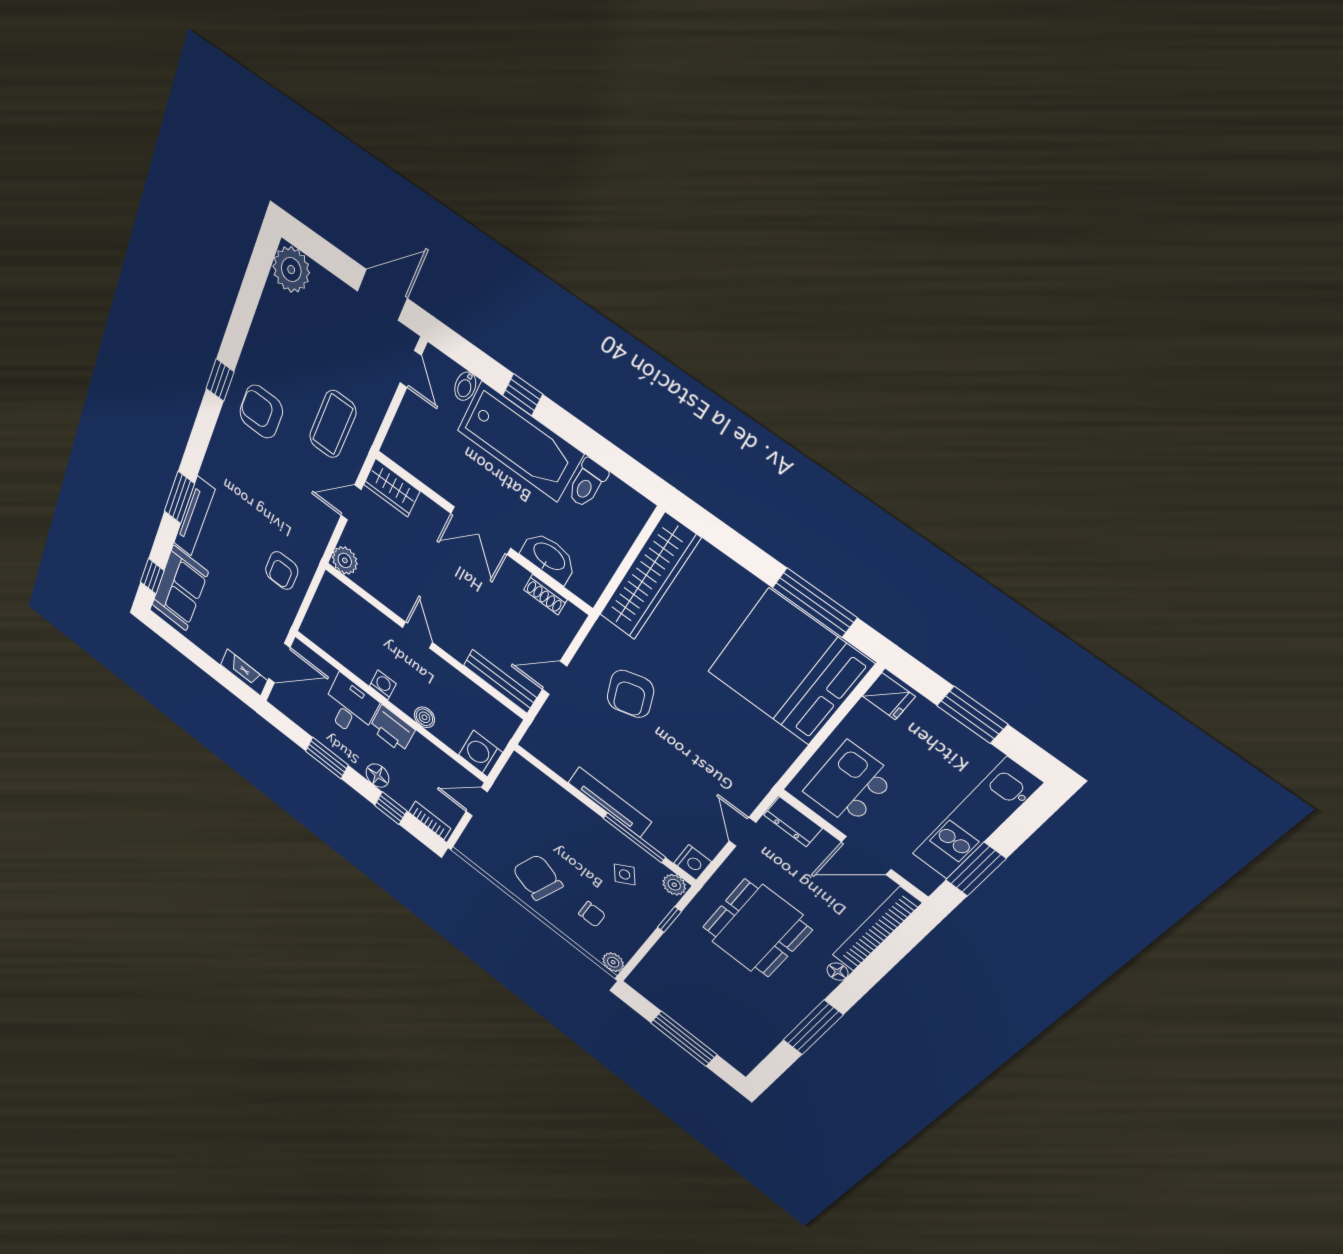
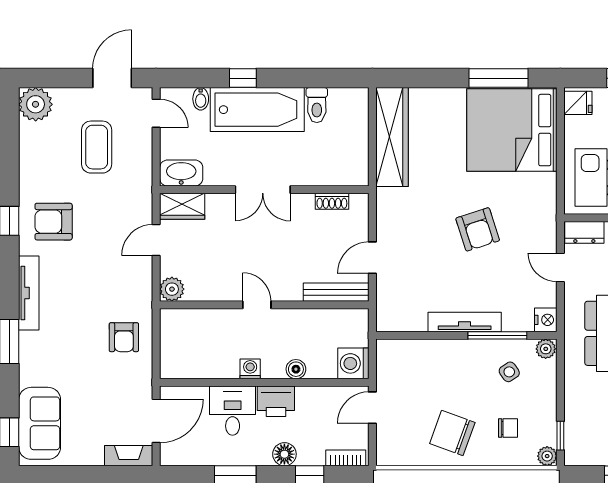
coffee table: (333, 424) -> (97, 147), moved
tv unit: (194, 516) -> (29, 293), moved
washbasin: (549, 557) -> (181, 173), moved
armchair: (630, 694) -> (478, 229), moved
window: (669, 919) -> (560, 436), moved

